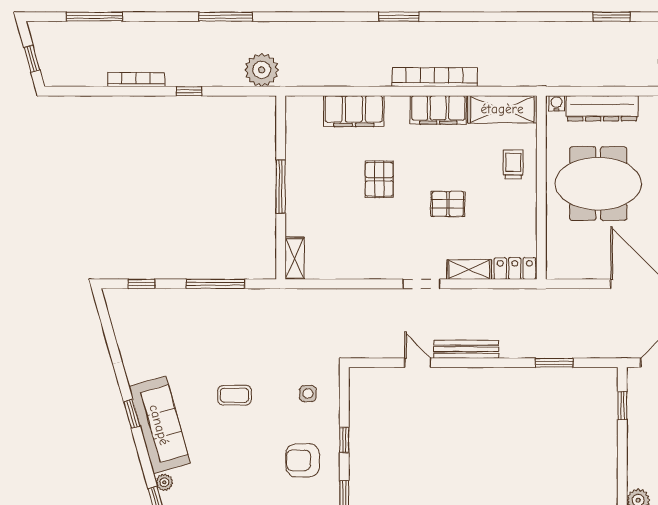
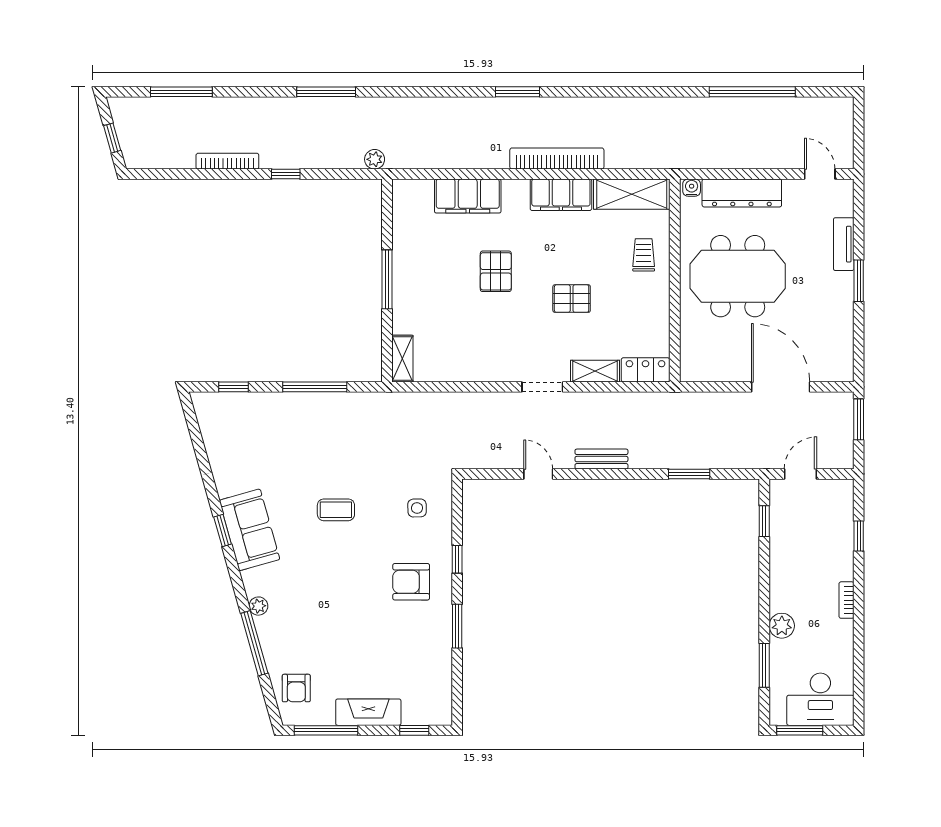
window: (611, 17) -> (752, 92), width x2.11
plant: (262, 70) -> (375, 159), width x0.53, depth x0.53
bench: (466, 349) -> (601, 459), width x0.73
sofa: (159, 425) -> (250, 530), width x0.73

